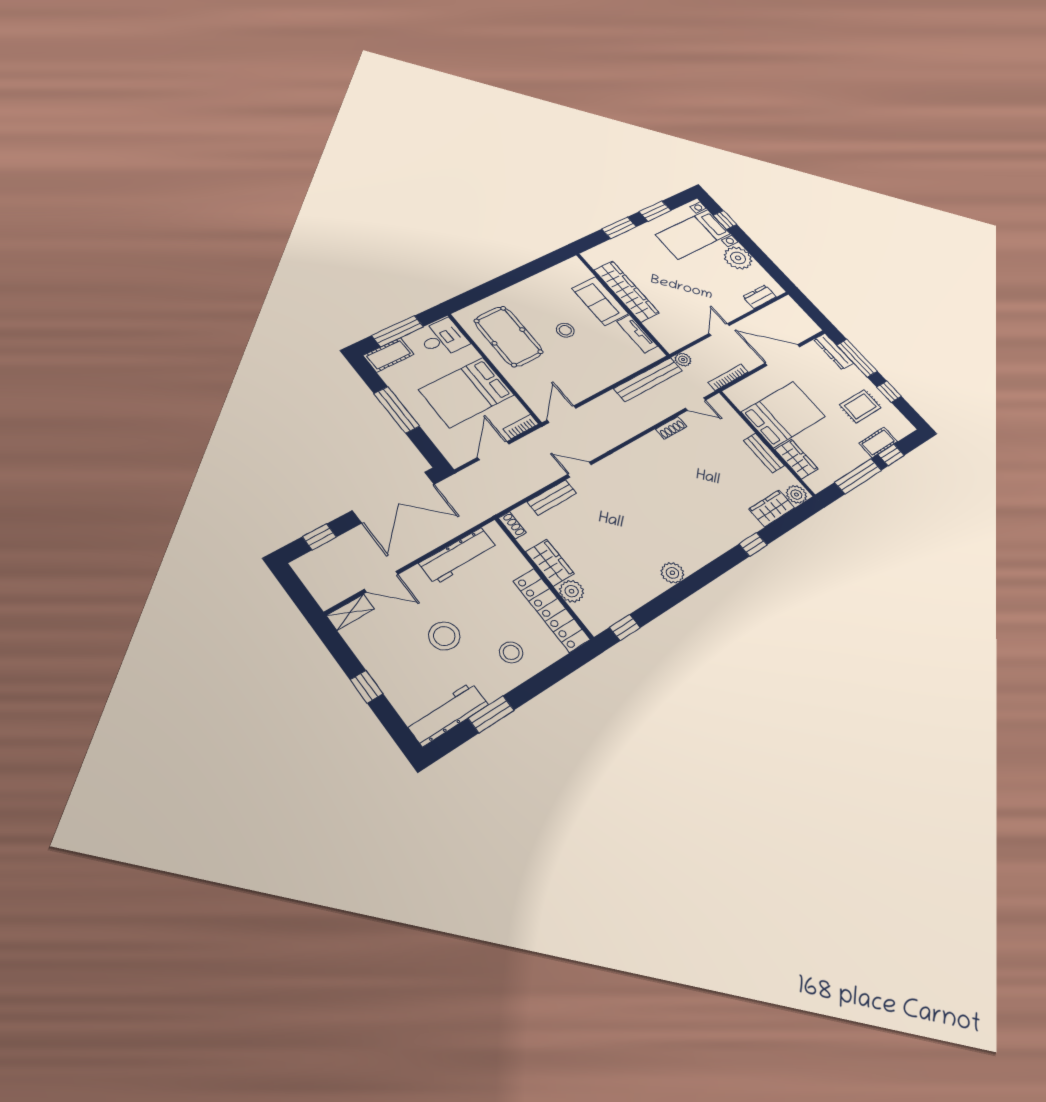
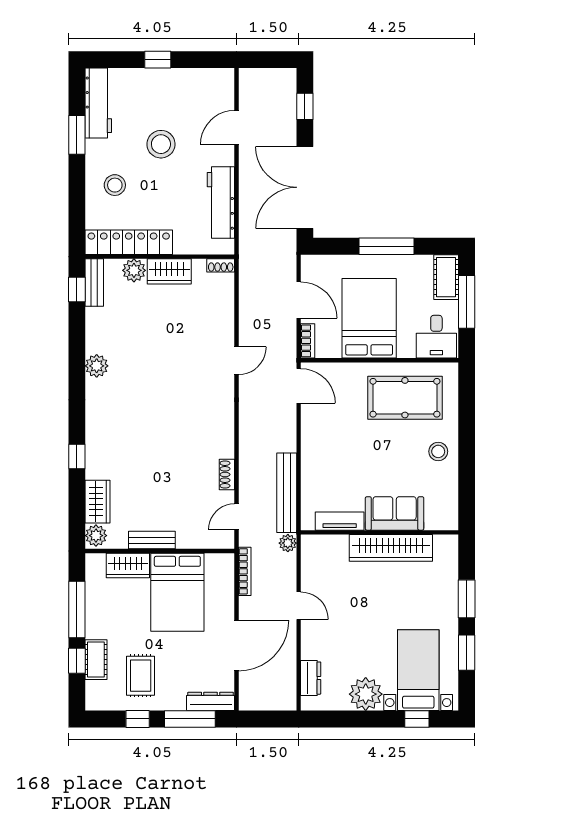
stool: (565, 330) -> (438, 451), moved
bench: (552, 498) -> (94, 283), moved
shelving: (350, 612) -> (226, 88), removed

